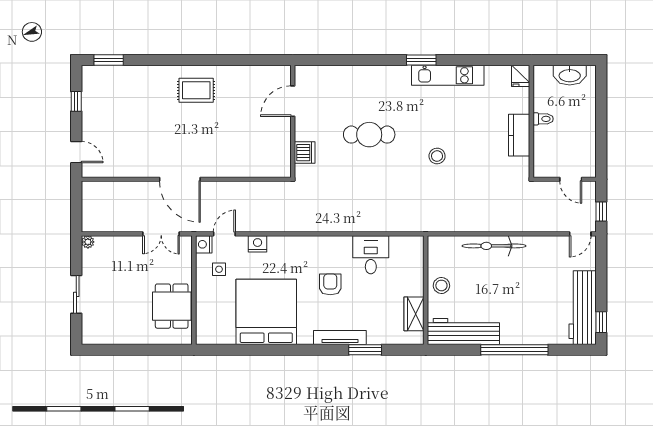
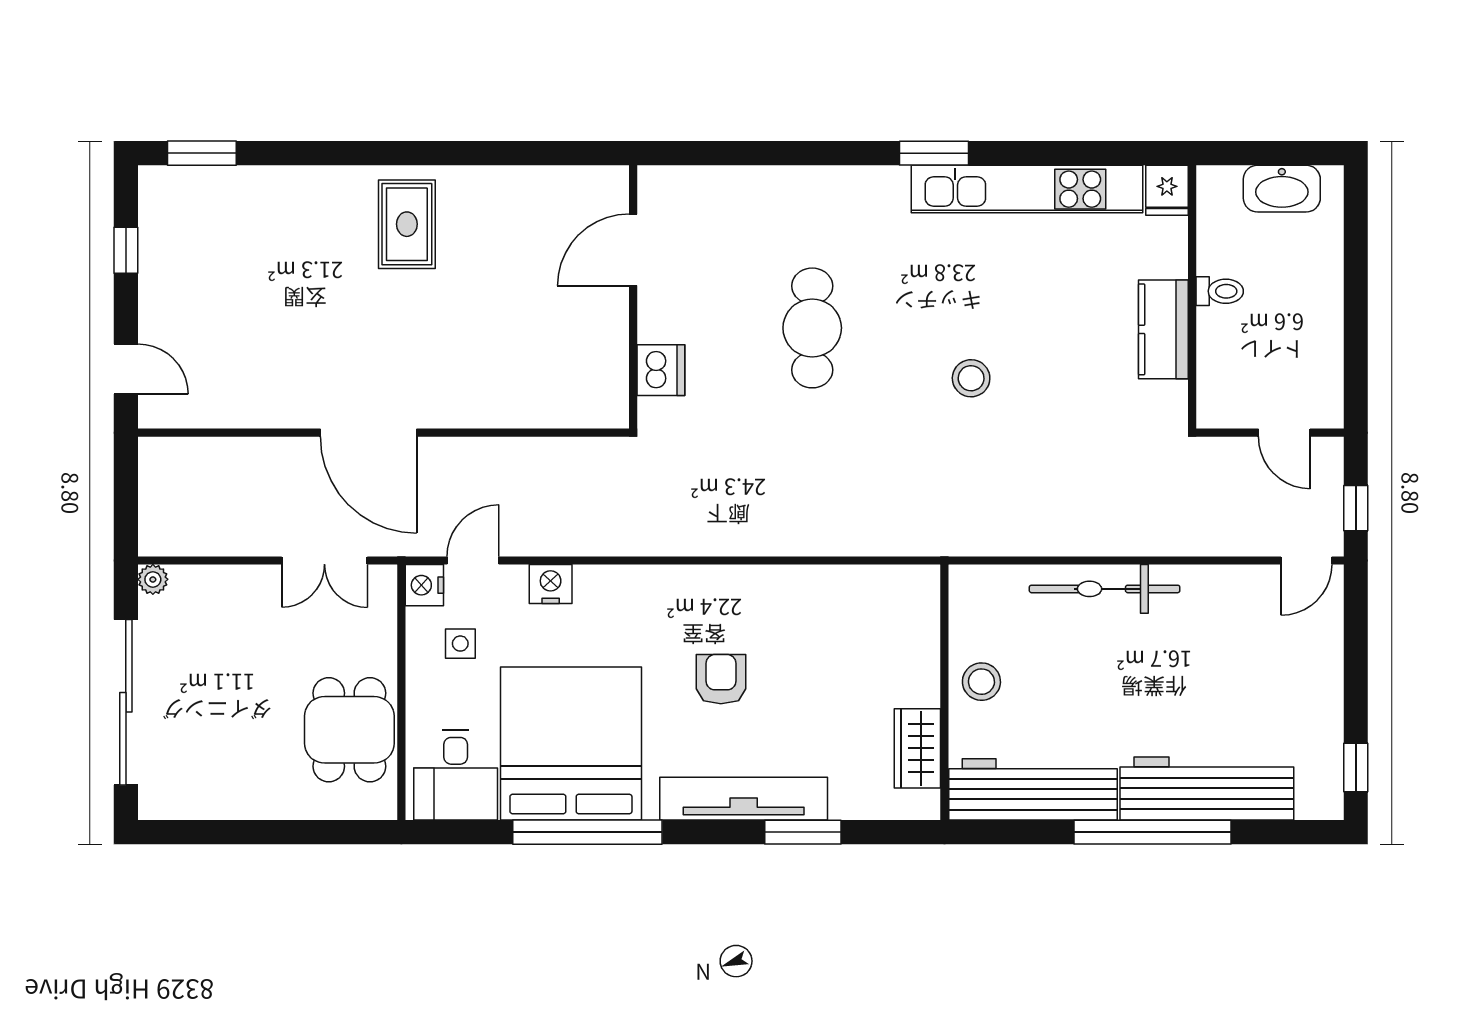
kitchen unit: (448, 75) -> (1027, 189), width x1.36
rug: (196, 90) -> (407, 224), turned 90
cafe table: (369, 135) -> (812, 328), turned 90
desk: (371, 255) -> (456, 775), moved, turned 180
sliding door: (76, 294) -> (126, 702), width x1.86
workbench: (583, 308) -> (1207, 788), moved, turned 90
tv unit: (340, 337) -> (744, 799), width x1.36, depth x1.29
window: (273, 350) -> (587, 832), added

